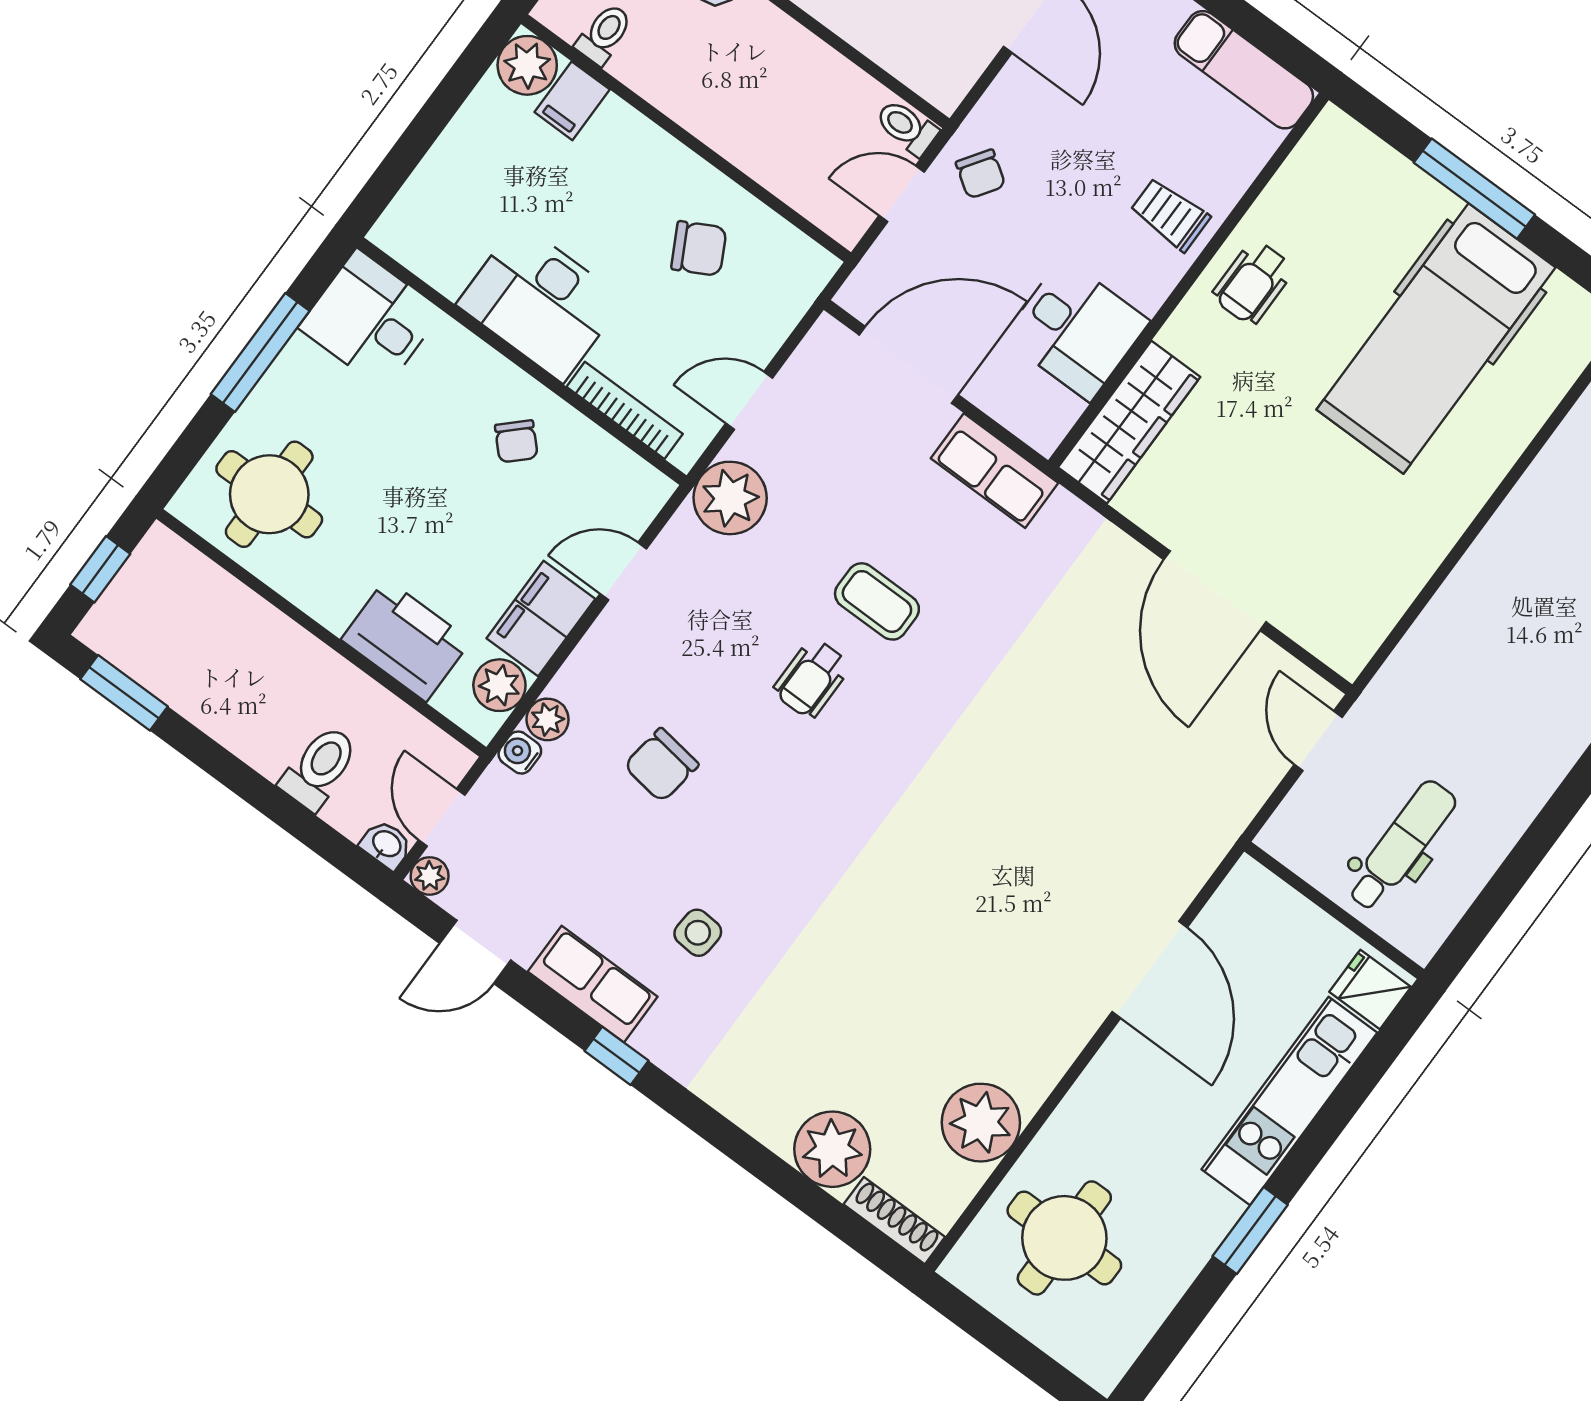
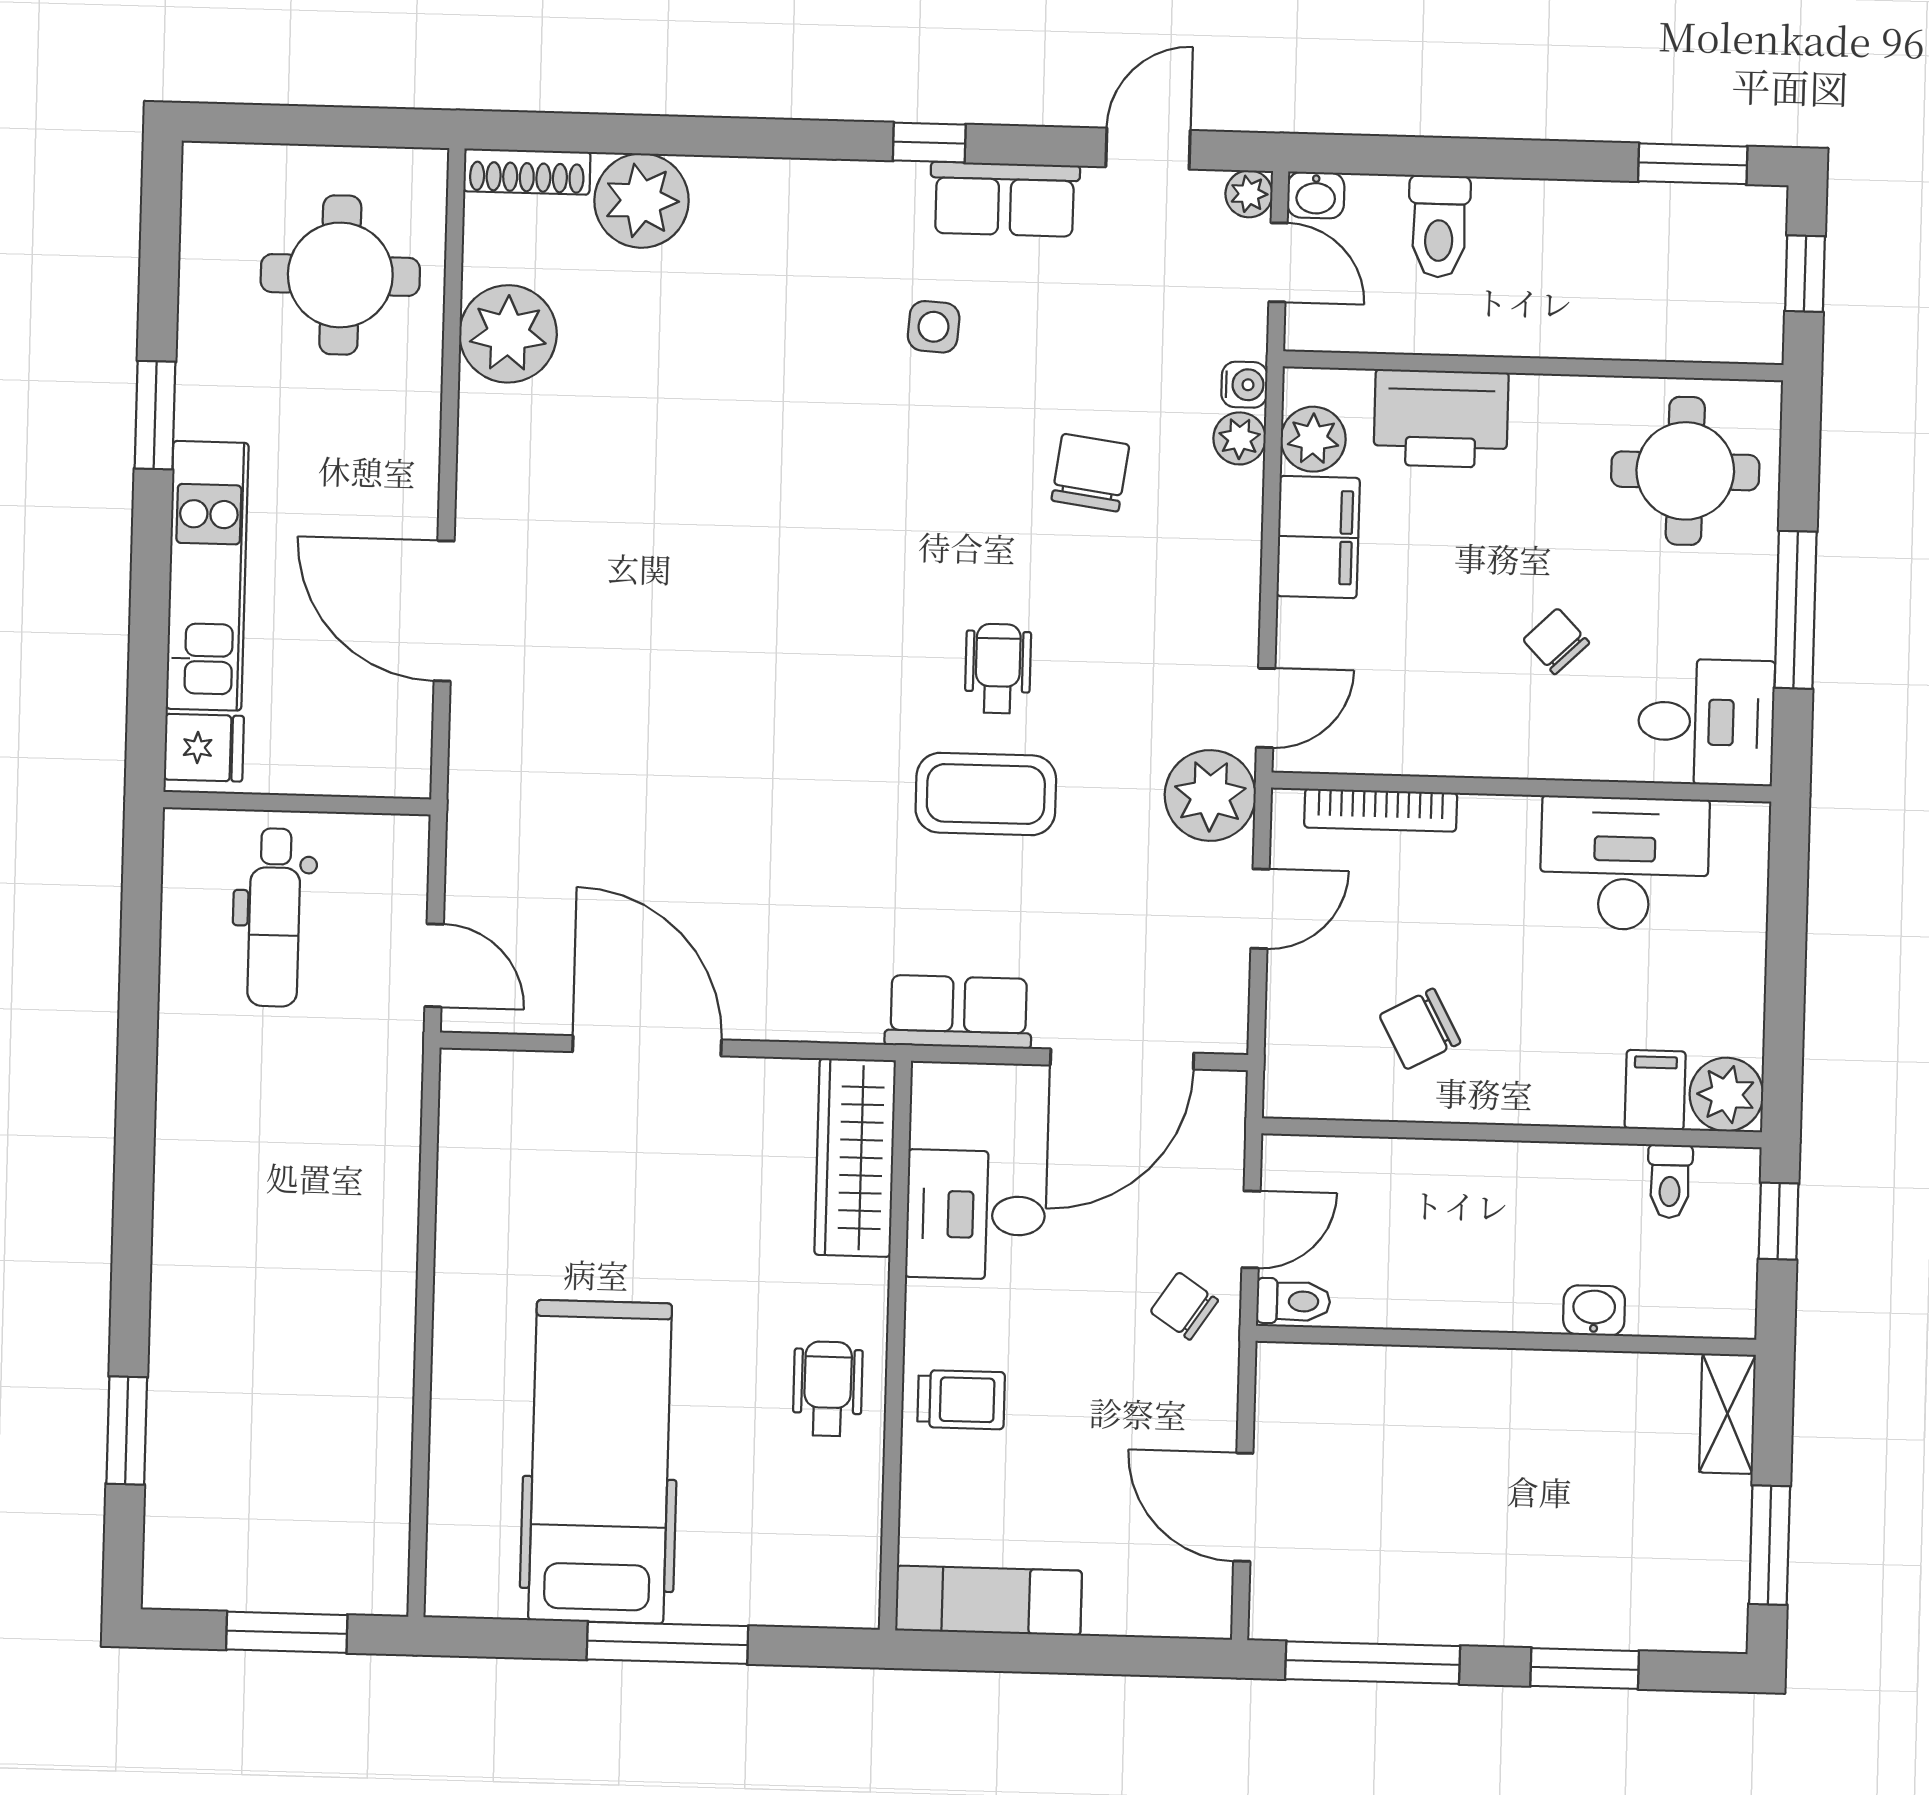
desk: (540, 302) -> (1624, 863), moved
chair: (516, 441) -> (1556, 641), moved
door: (623, 571) -> (1266, 708), moved
coffee table: (877, 601) -> (986, 794), width x1.36, depth x1.30

